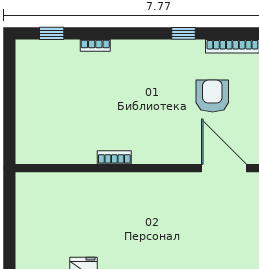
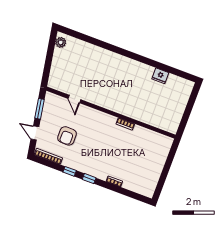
window: (52, 33) -> (89, 179), moved
door: (224, 168) -> (74, 99), width x0.53

